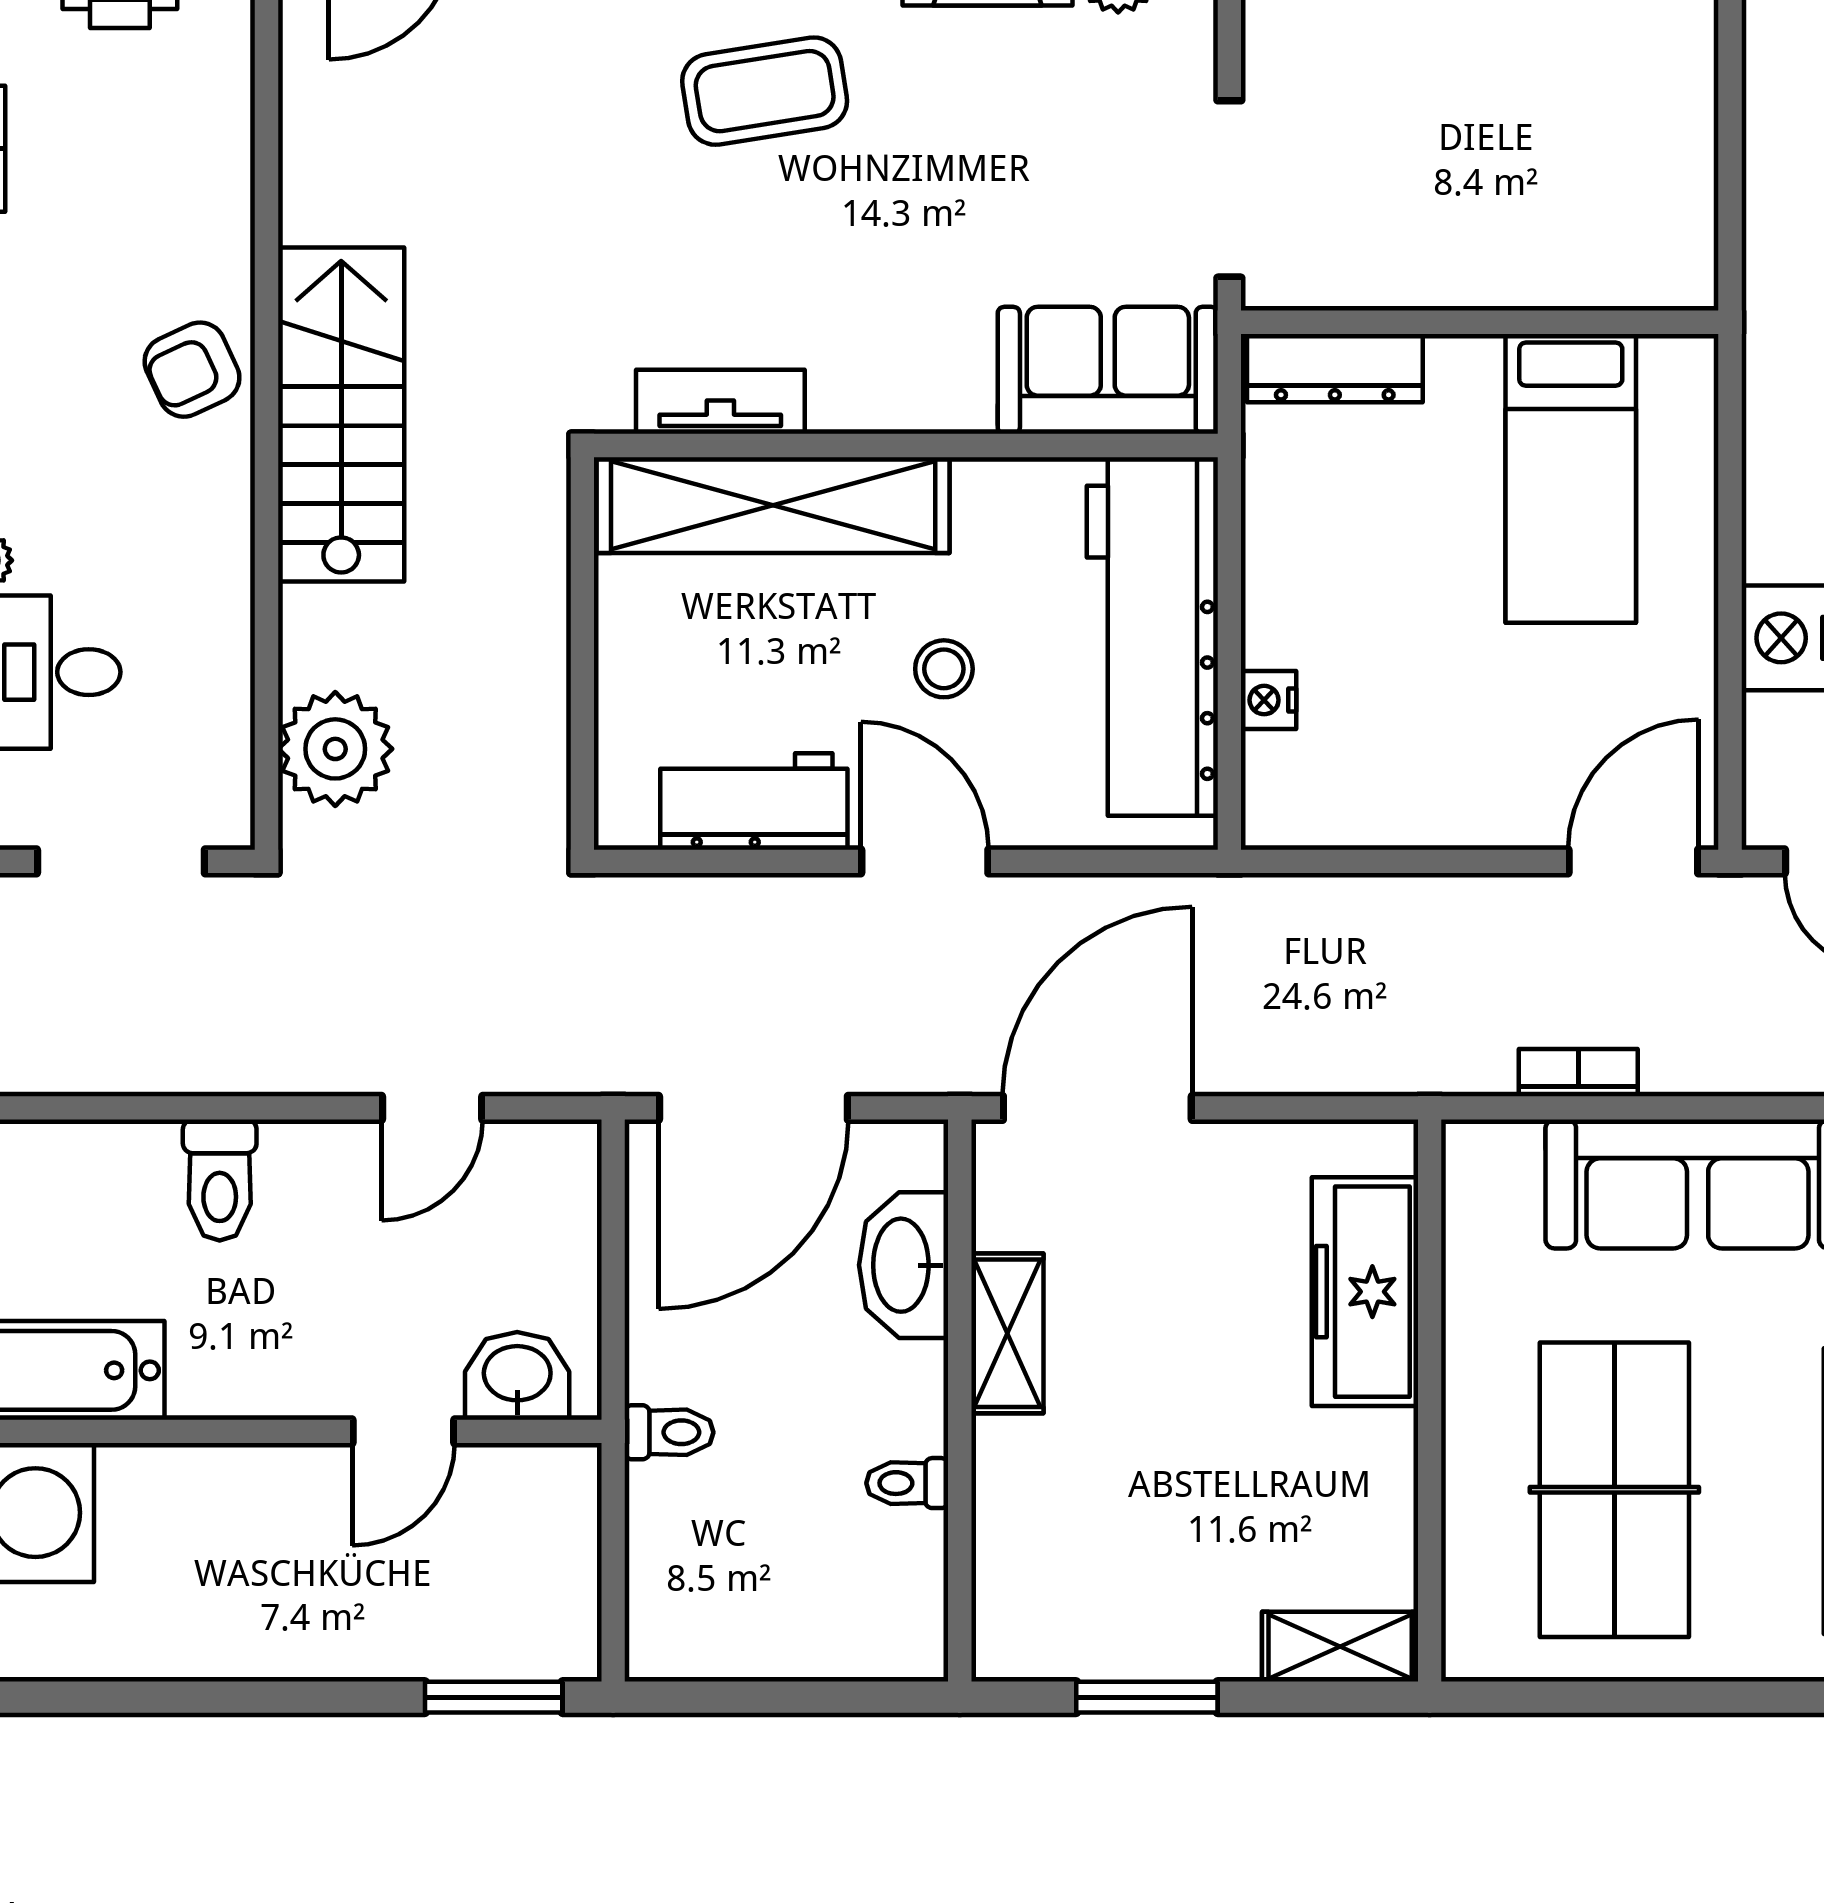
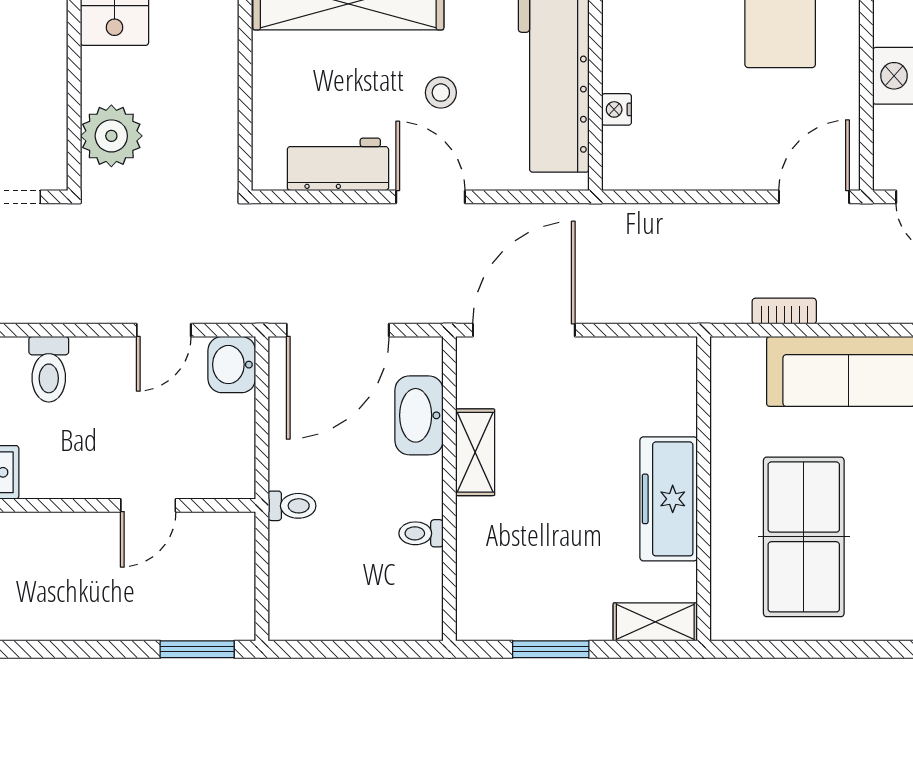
freezer: (1365, 1292) -> (669, 499), moved
washbasin: (517, 1376) -> (232, 365), moved, turned -90

